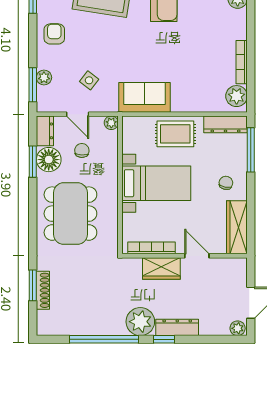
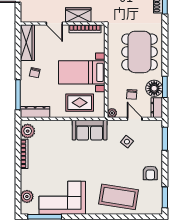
plant: (44, 77) -> (157, 144), removed
rug: (175, 134) -> (80, 103), moved

